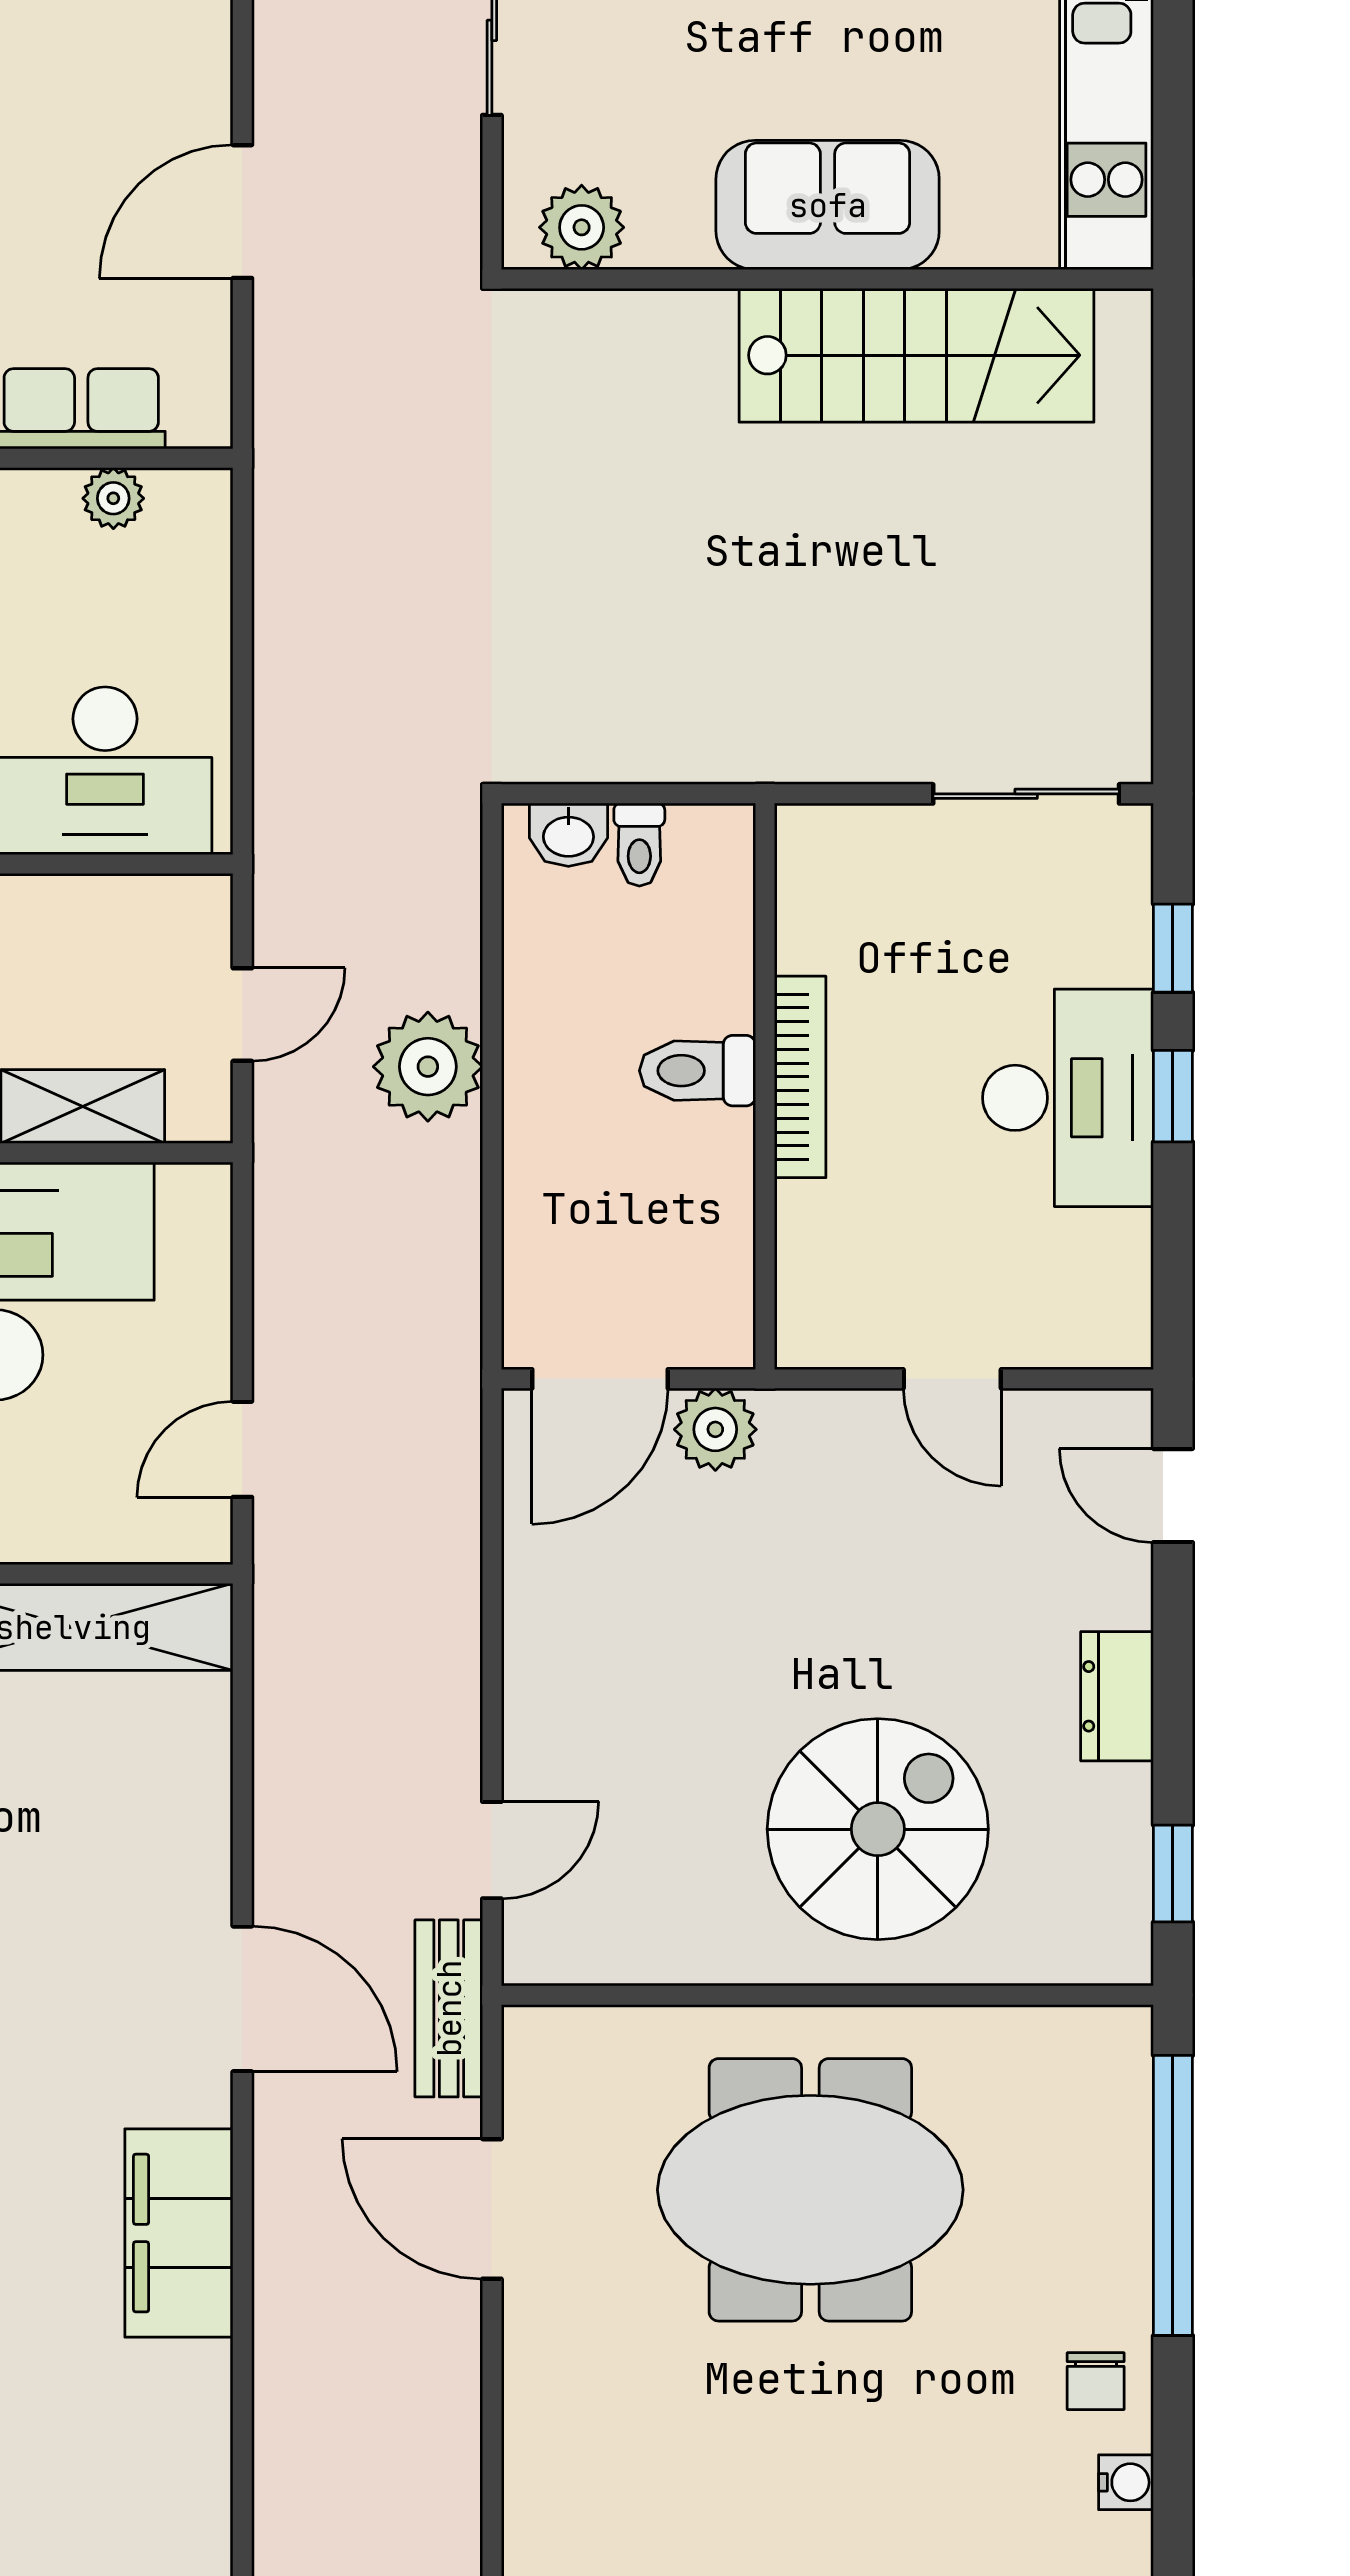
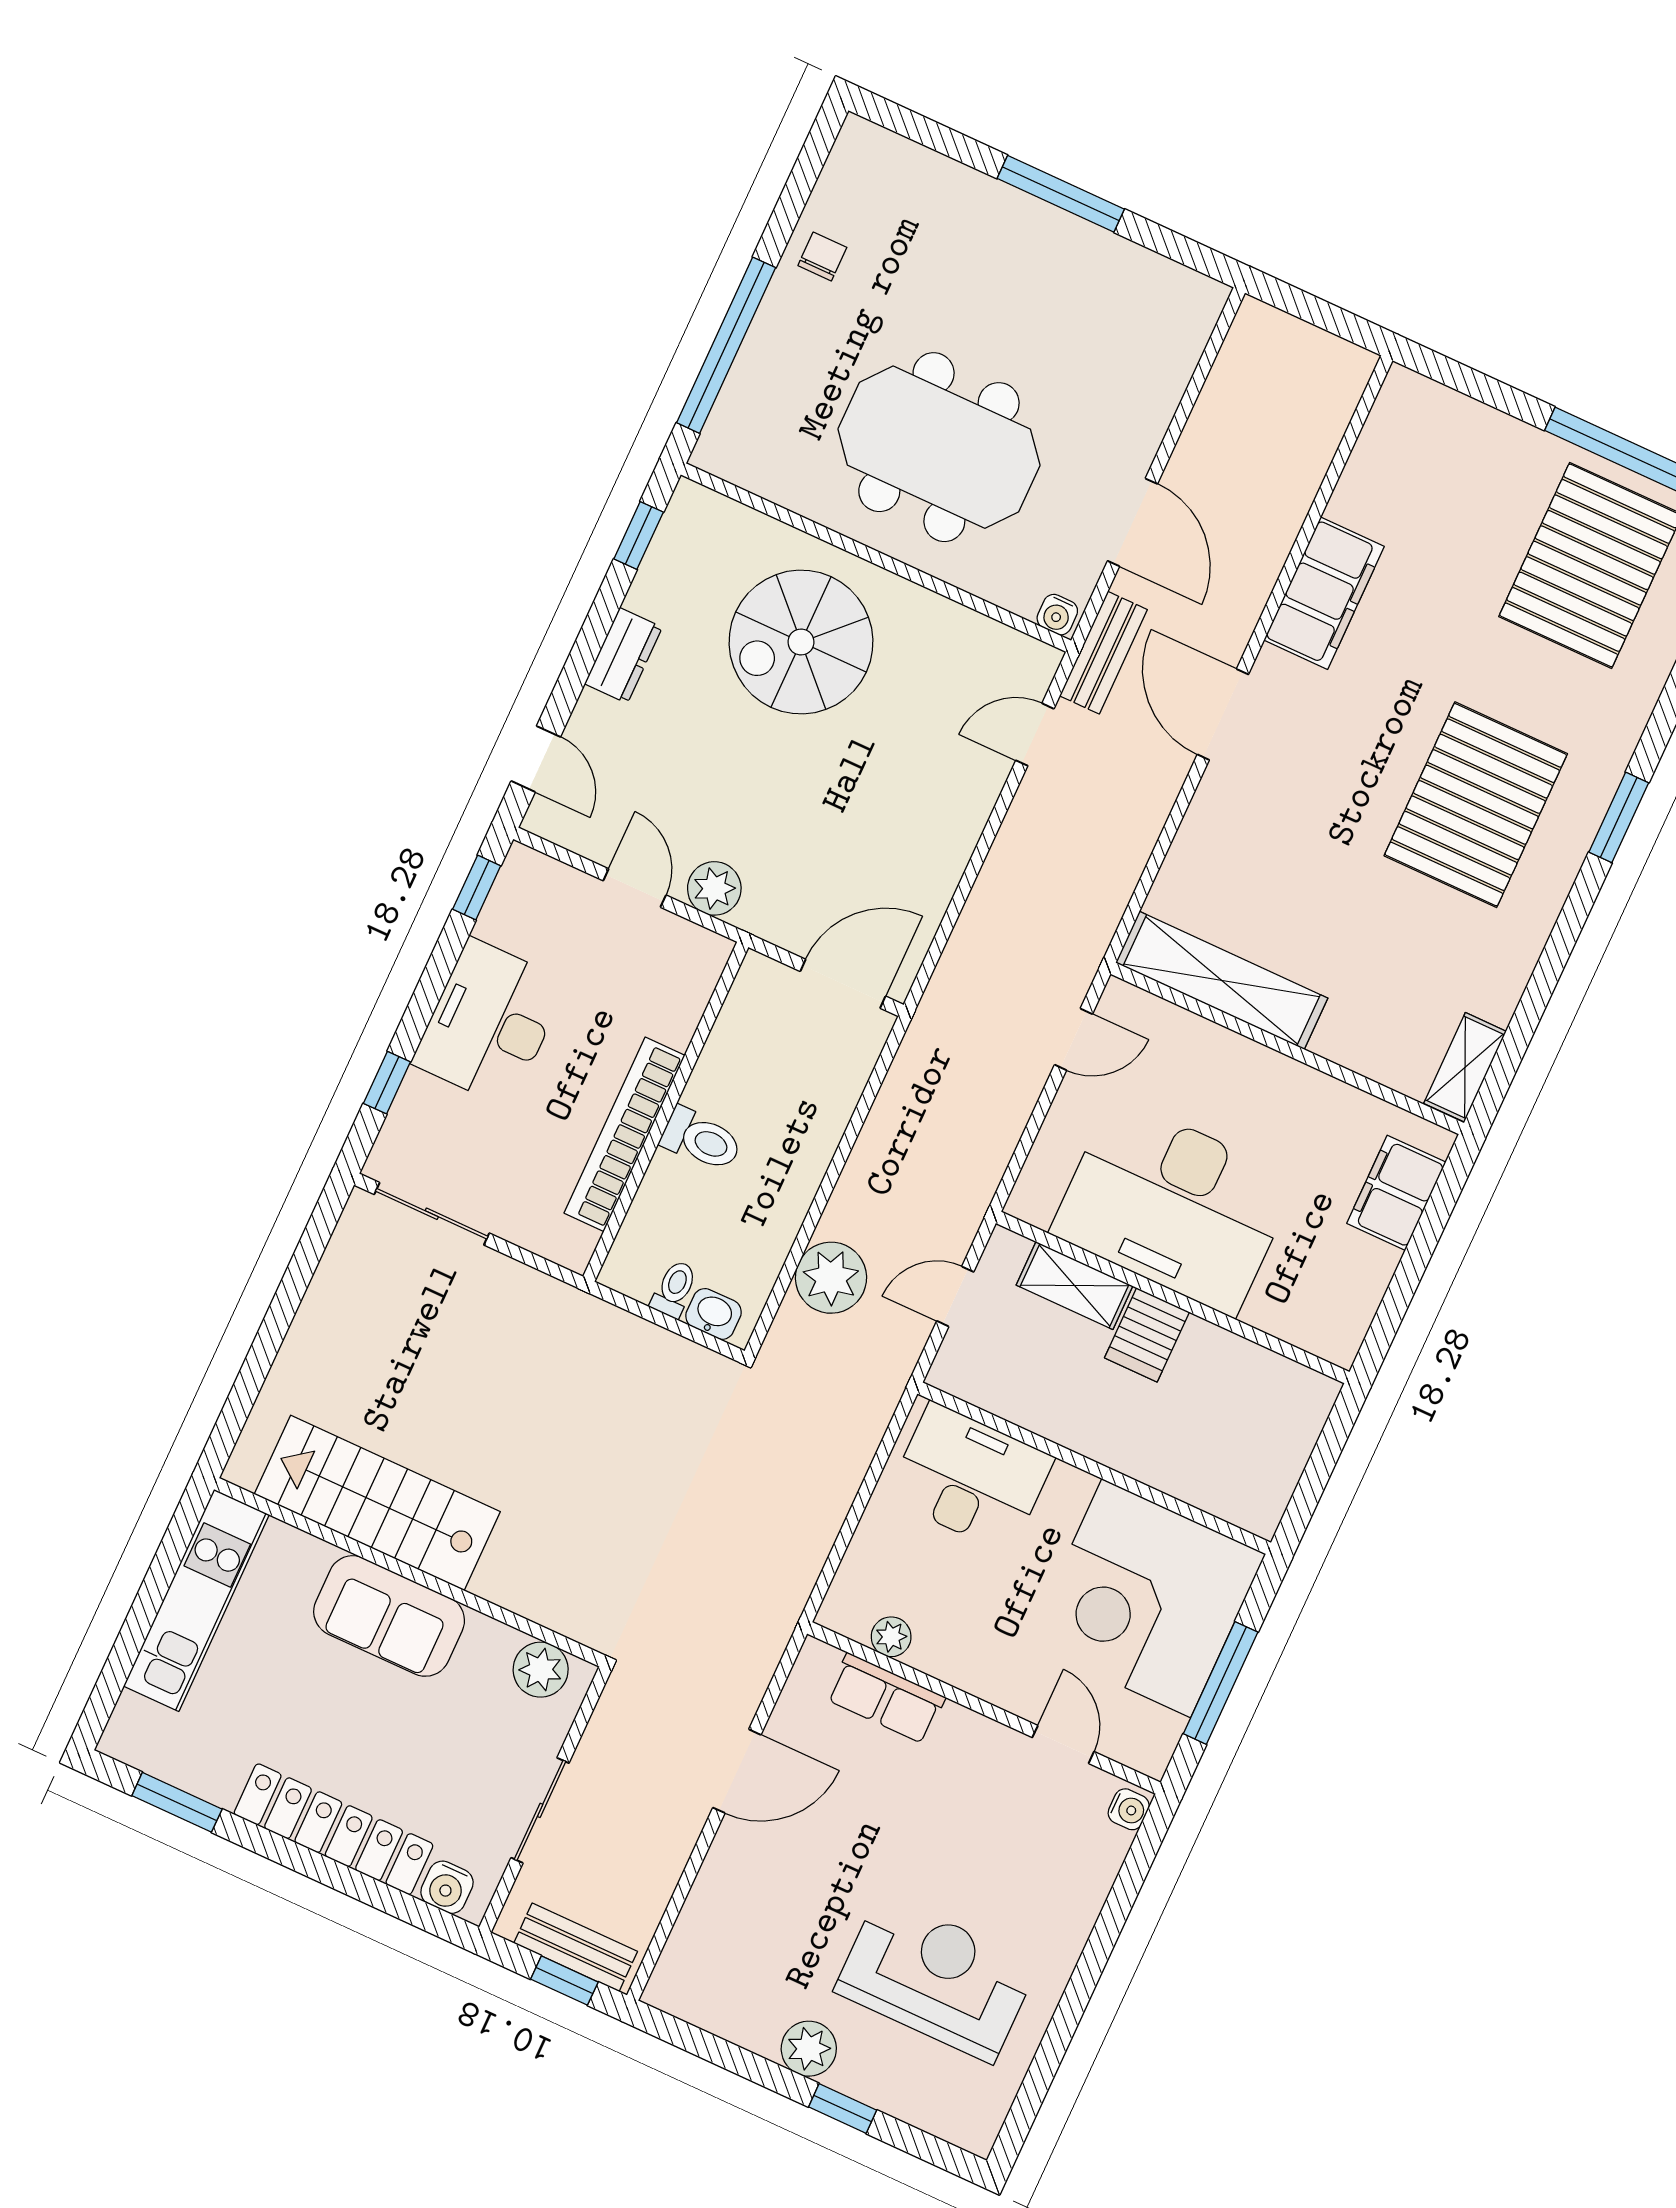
plant: (428, 1067) -> (831, 1278), moved
bookcase: (800, 1077) -> (624, 1134), width x1.48, depth x1.31
window: (1173, 1096) -> (477, 887), moved
plant: (715, 1429) -> (714, 888), moved
water cooler: (1126, 2482) -> (1057, 615), moved, turned -90

